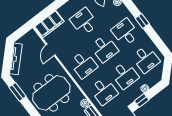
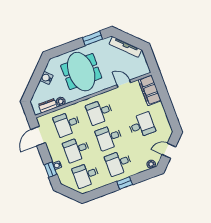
desk: (125, 32) -> (119, 163), turned 180
window: (142, 100) -> (51, 170), moved

